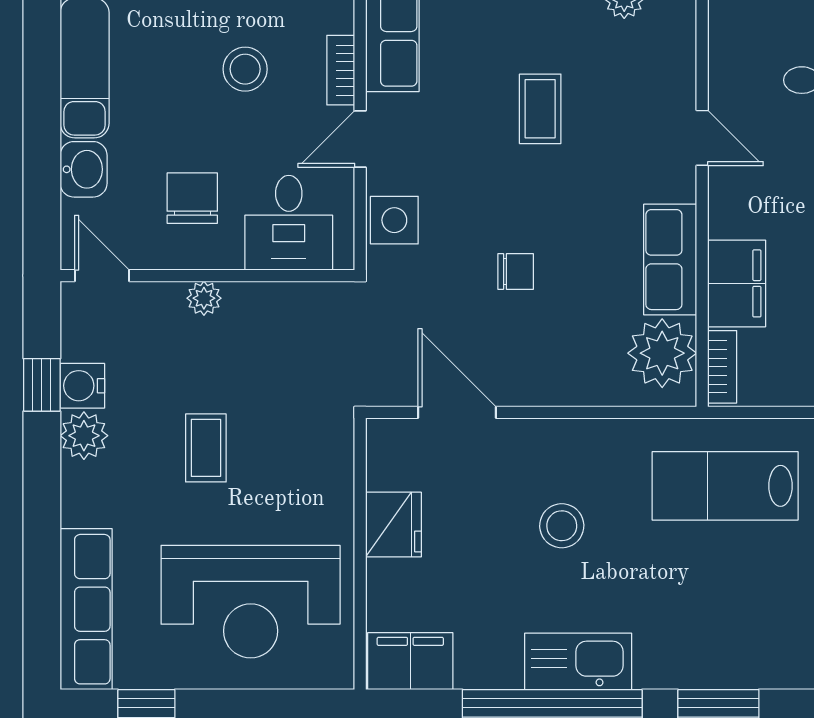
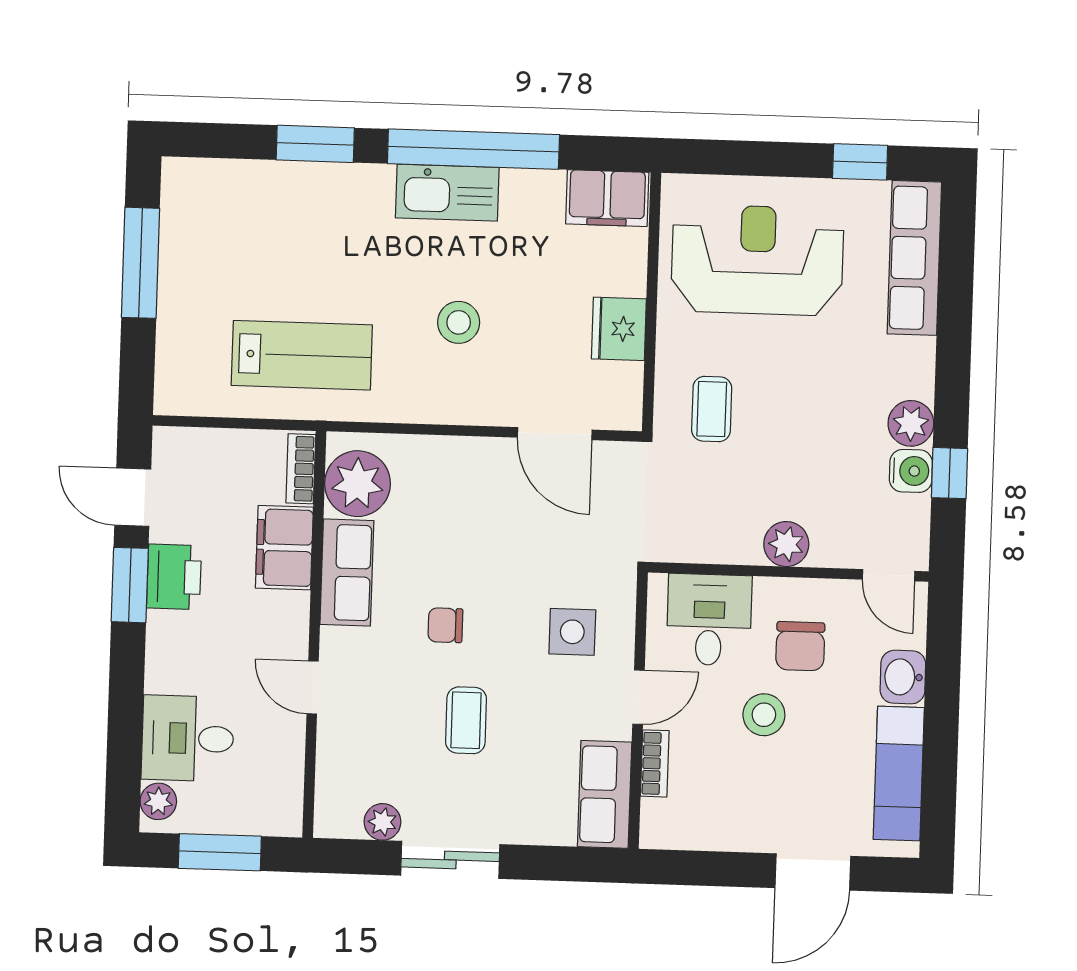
stool: (245, 69) -> (764, 715), moved
side table: (394, 220) -> (572, 632), moved
chair: (516, 272) -> (445, 625), moved
plant: (204, 298) -> (786, 544), width x1.38, depth x1.38
coffee table: (206, 448) -> (712, 409), moved

